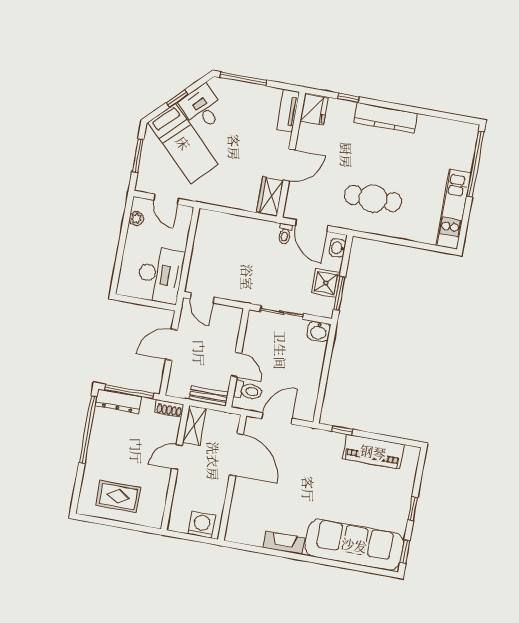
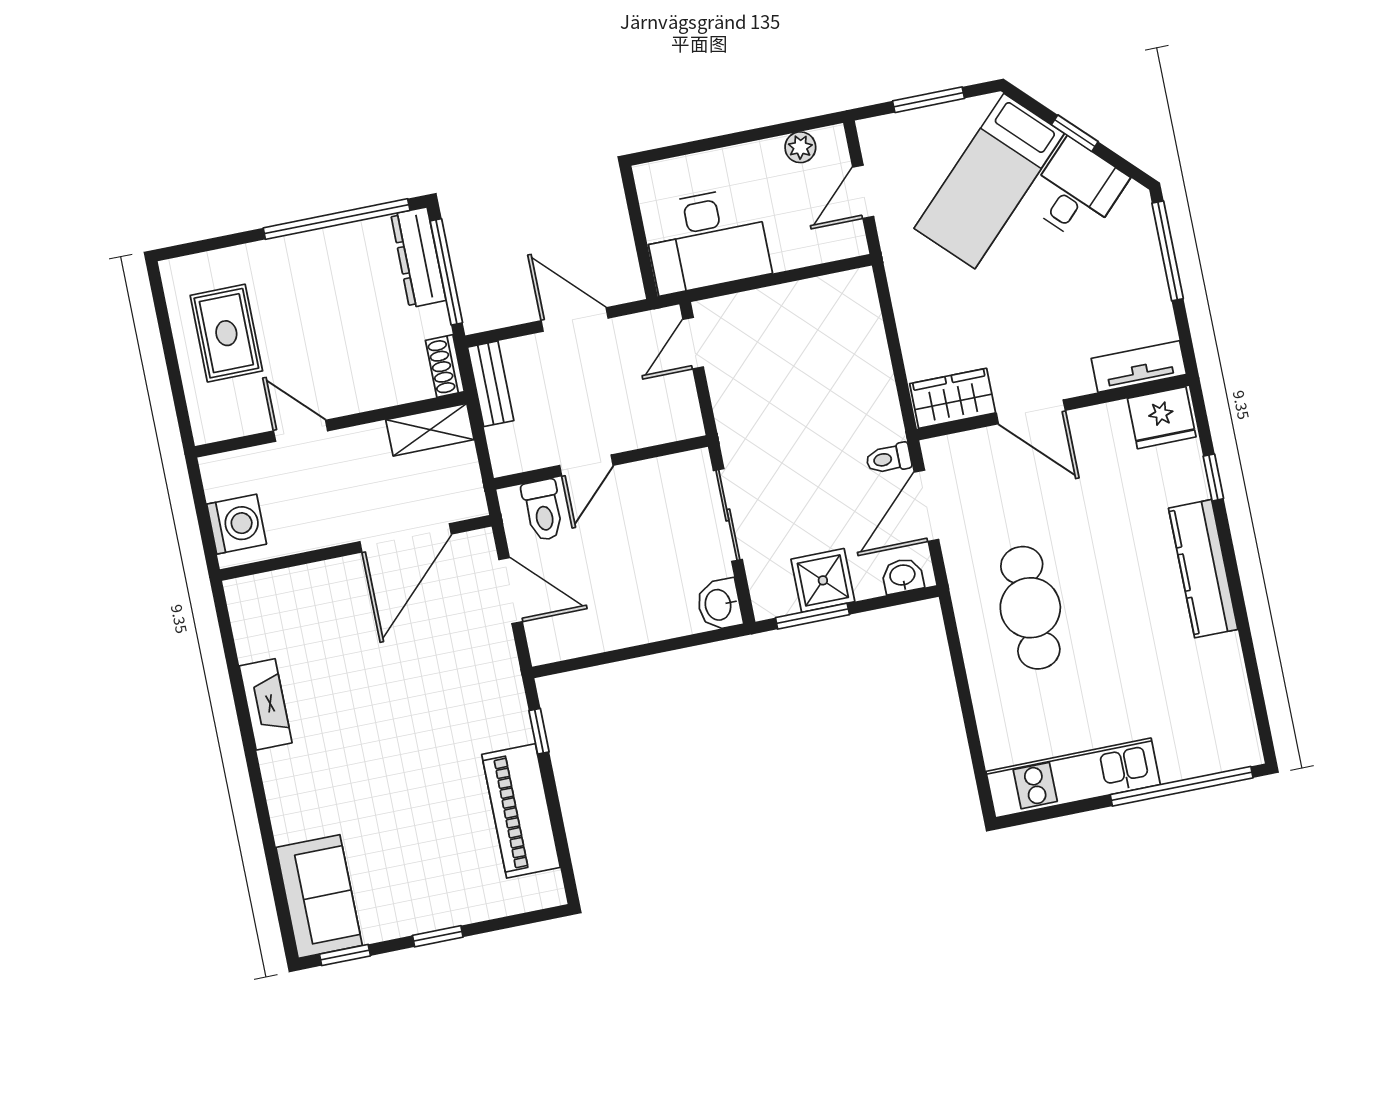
bench: (209, 396) -> (491, 384), moved
door: (177, 457) -> (301, 431), moved
sofa: (354, 545) -> (319, 896), width x0.54, depth x0.79

